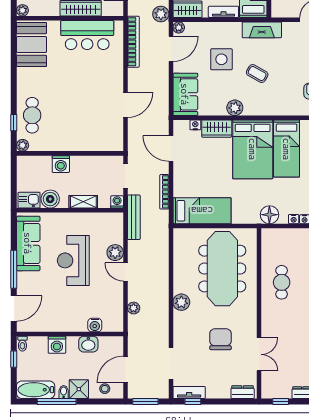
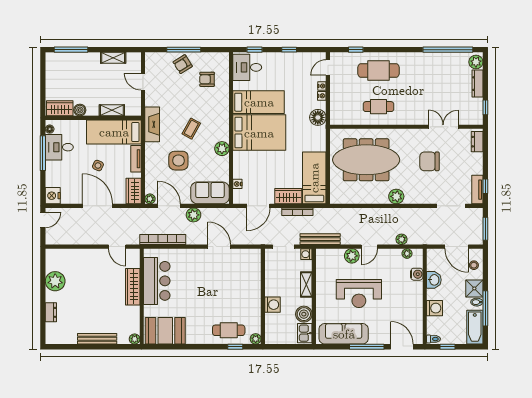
plant: (161, 14) -> (193, 215), moved
wardrobe: (217, 129) -> (288, 196), moved, turned -90
plant: (118, 314) -> (407, 253), added

